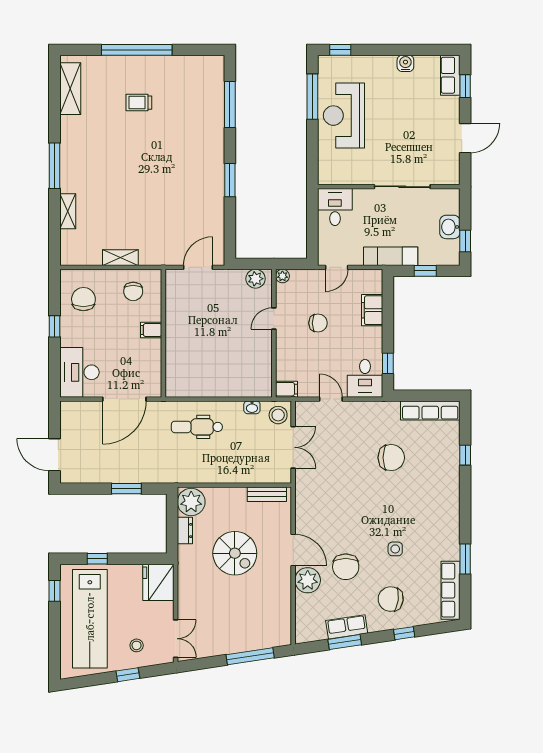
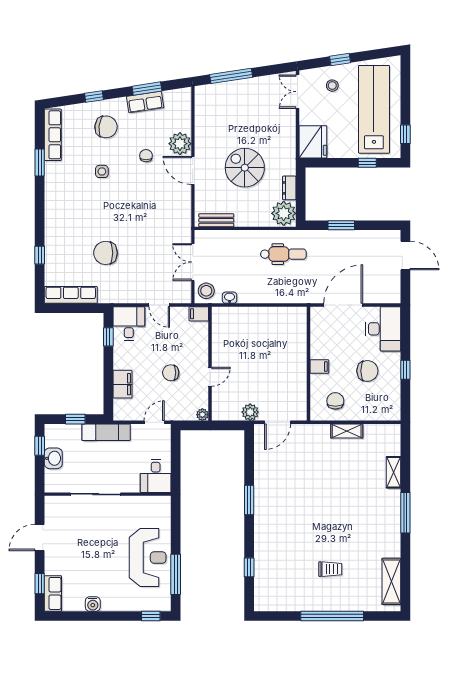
window: (230, 104) -> (249, 567), width x0.46
plant: (256, 279) -> (250, 412), moved
chair: (83, 299) -> (367, 371), moved, turned -90
dental chair: (197, 427) -> (283, 254), moved
chair: (346, 567) -> (146, 156), width x0.54, depth x0.54

